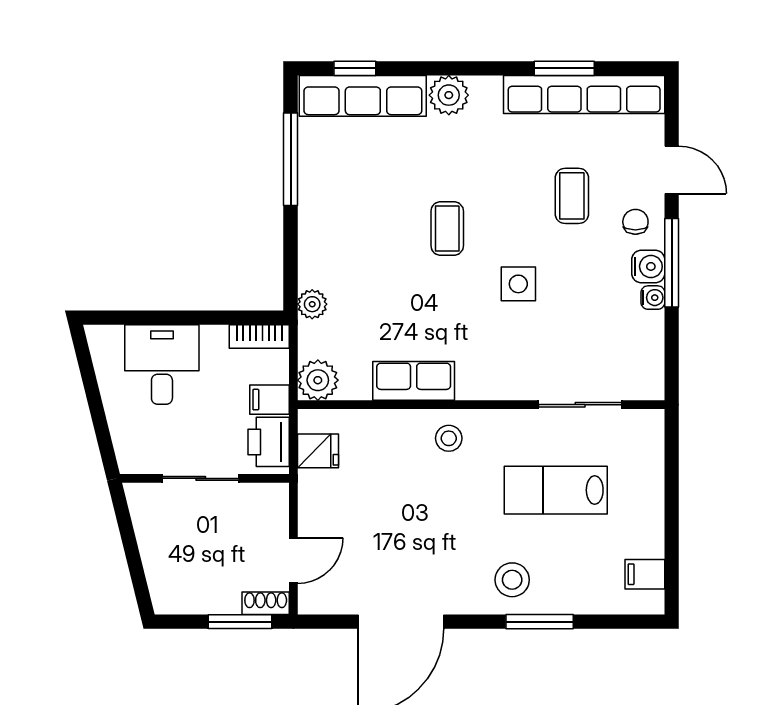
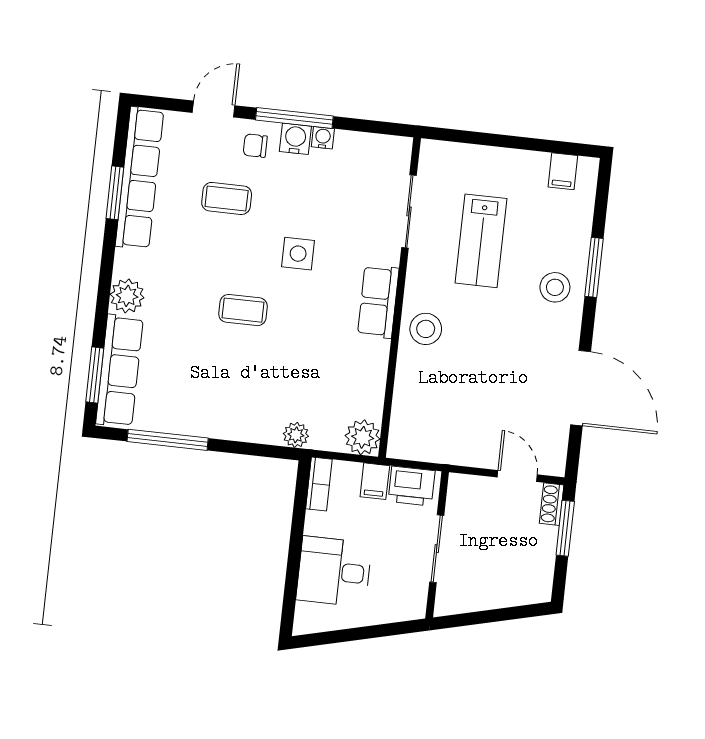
window: (355, 68) -> (95, 375), width x1.50
row of seats: (414, 381) -> (378, 302), moved
stool: (449, 438) -> (426, 329), width x1.37, depth x1.37
fridge: (318, 451) -> (424, 444), removed

